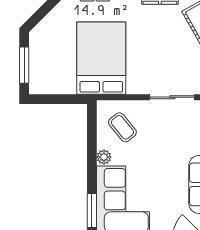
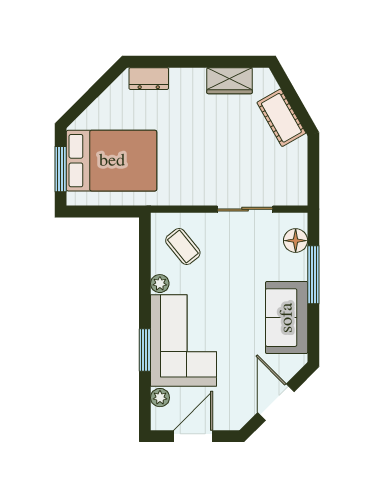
bed: (101, 58) -> (112, 161), moved, turned 90

